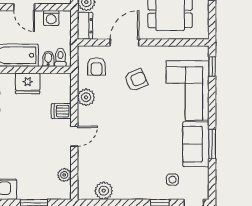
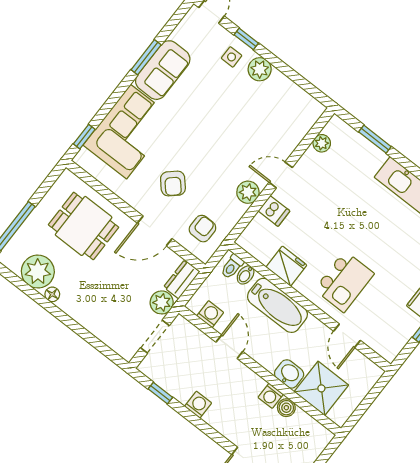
armchair: (136, 80) -> (173, 183), turned -109
plant: (86, 97) -> (248, 192), moved
side table: (172, 180) -> (232, 57), moved
plant: (104, 191) -> (260, 69), moved

